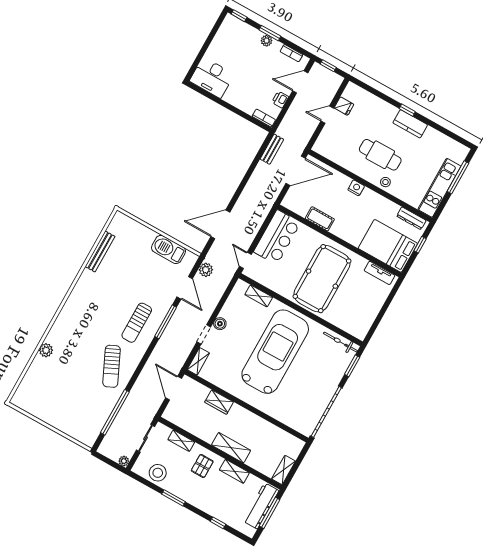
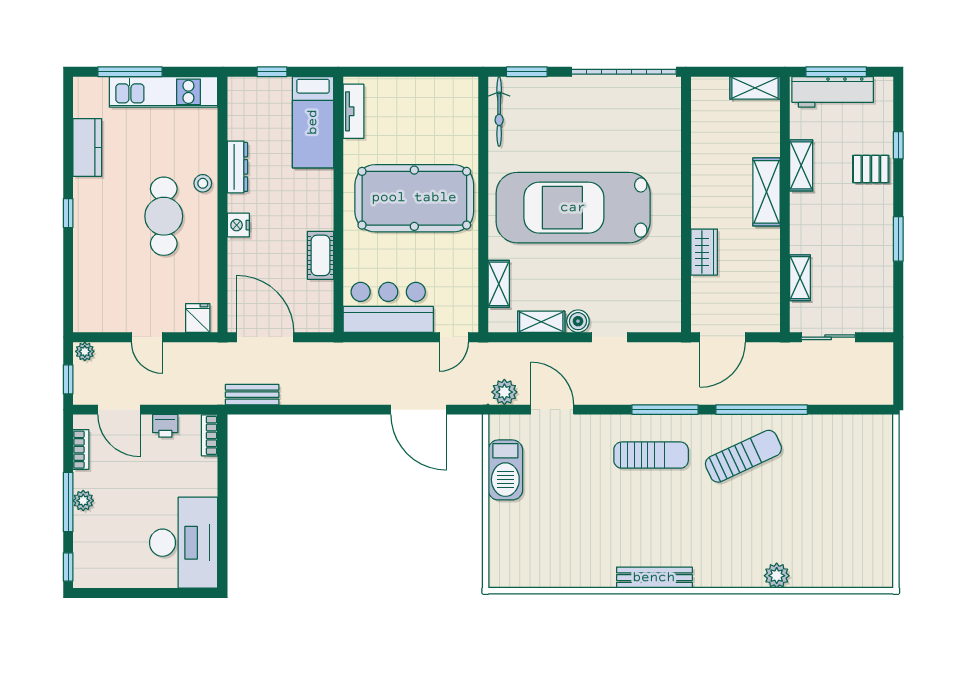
window: (270, 33) -> (68, 502), width x1.44
desk: (212, 78) -> (184, 543), width x1.36, depth x1.30
fridge: (344, 106) -> (198, 318), moved
kitchen counter: (410, 124) -> (87, 147), moved
dresser: (411, 218) -> (237, 167), moved
bed: (388, 246) -> (313, 122), width x0.67
bench: (100, 252) -> (654, 578), moved
door: (185, 288) -> (552, 410), hinge flipped
window: (166, 322) -> (665, 410), moved
shelving: (198, 361) -> (541, 322), moved
window: (115, 412) -> (762, 410), moved
plant: (124, 461) -> (85, 351), moved
pallet: (202, 466) -> (871, 169), moved
stool: (158, 473) -> (872, 287), removed

